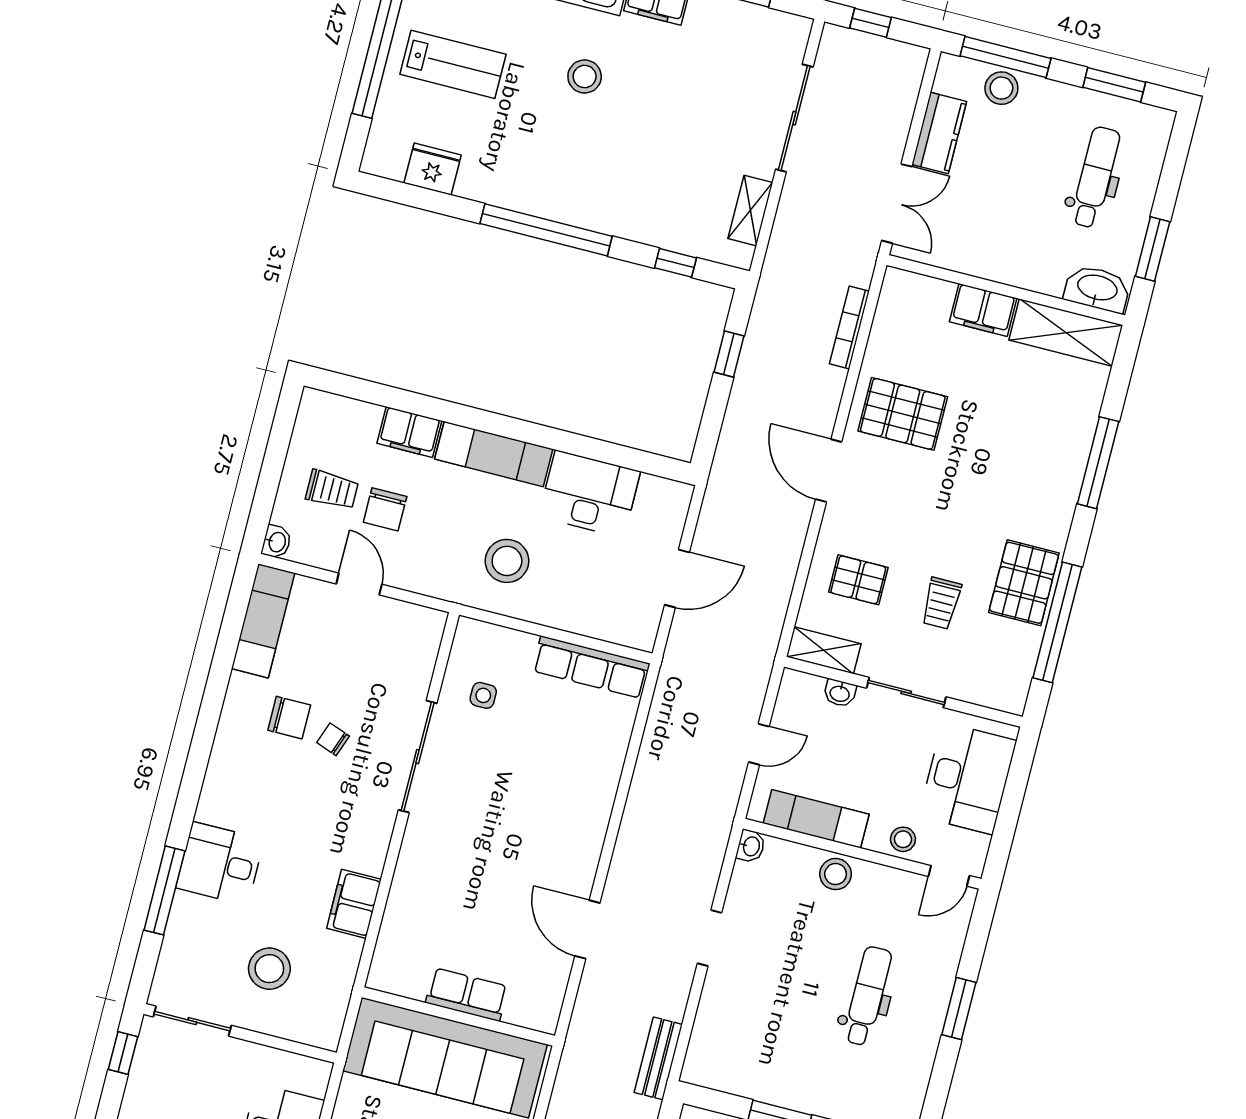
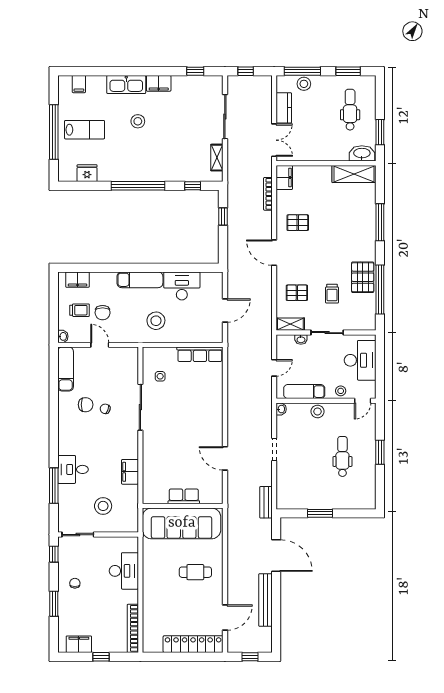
filing cabinet: (983, 310) -> (284, 178), moved, turned -90
pallet: (903, 414) -> (298, 223), width x0.67, depth x0.71
filing cabinet: (409, 432) -> (77, 280), moved

